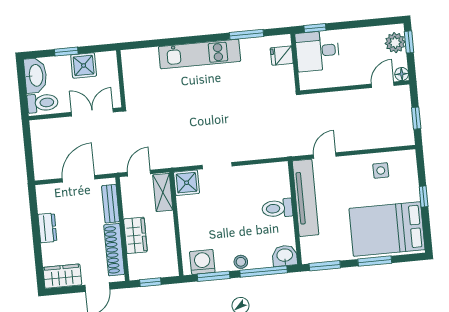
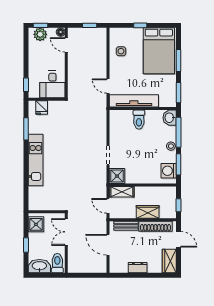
desk: (317, 51) -> (52, 84), moved
shower: (84, 65) -> (36, 224), moved

